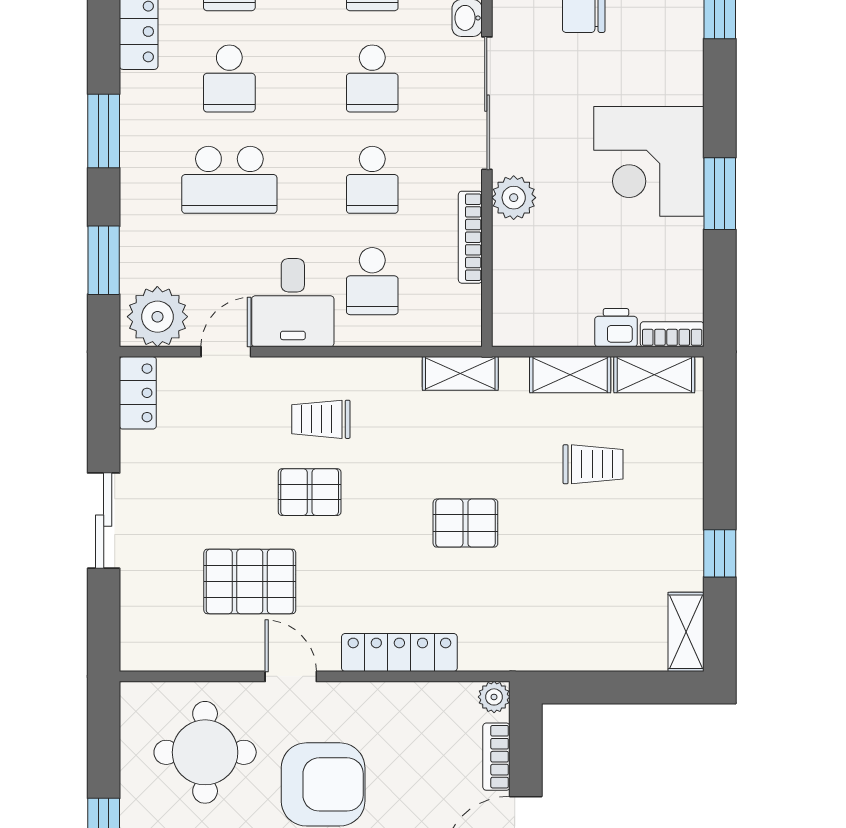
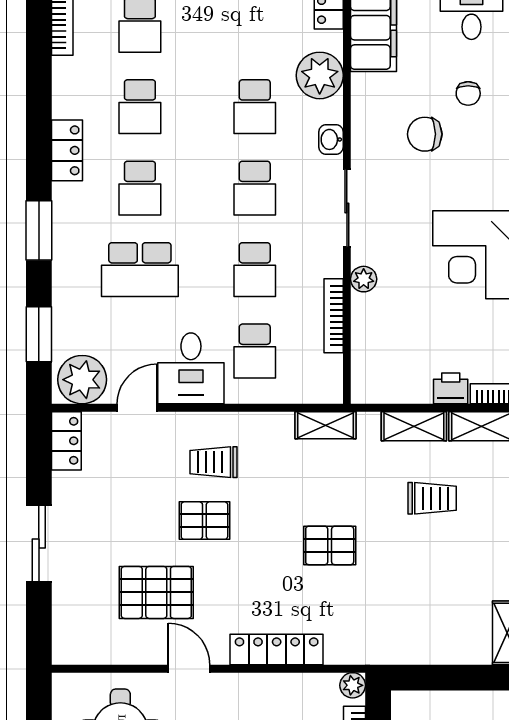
sliding door: (487, 103) -> (347, 208), width x0.73
plant: (514, 198) -> (364, 279), width x0.73, depth x0.73

